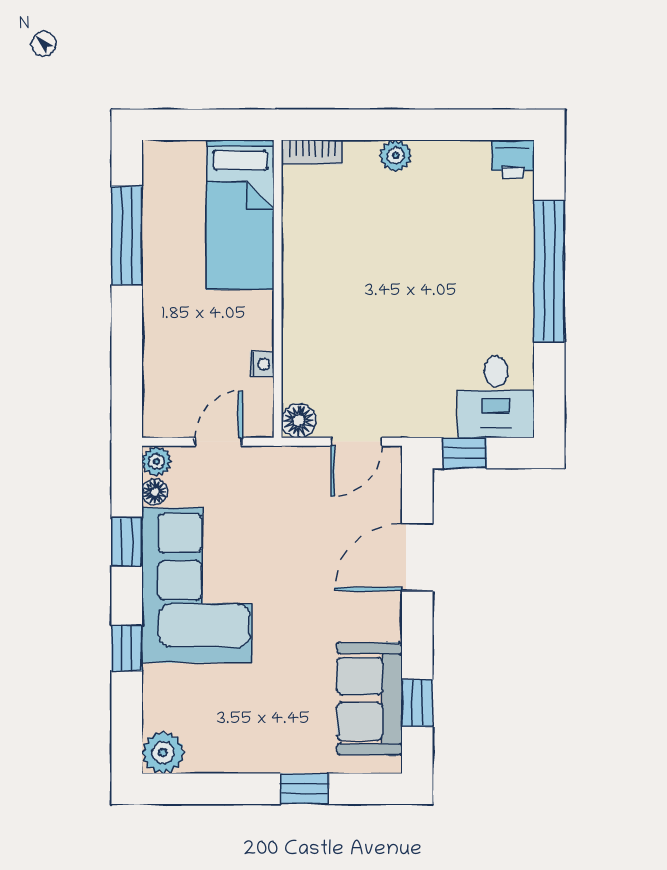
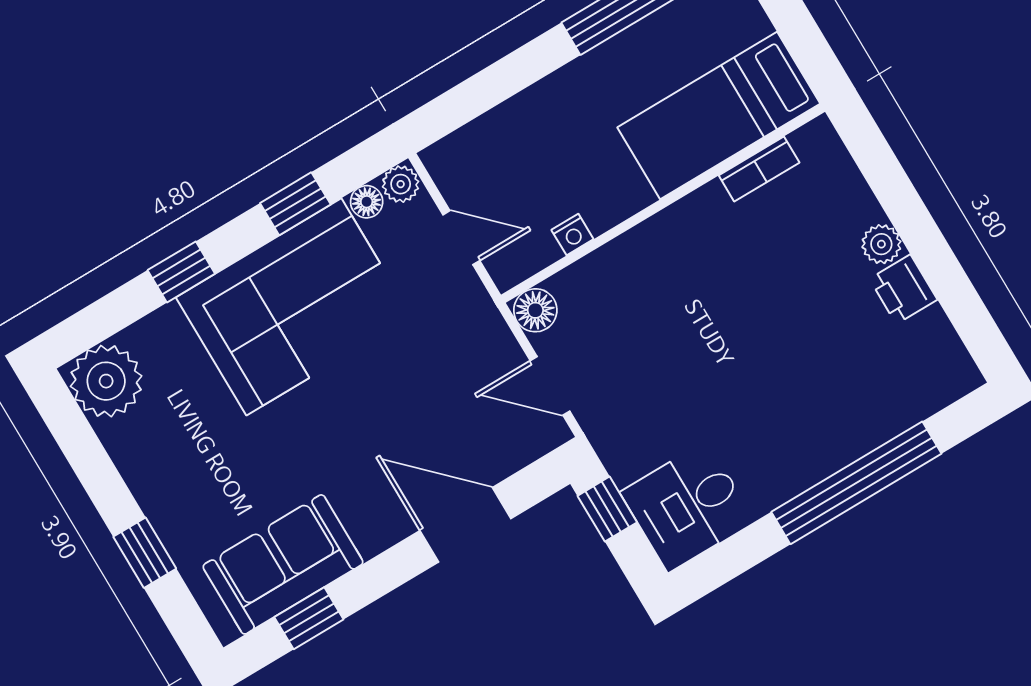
bookcase: (312, 152) -> (759, 169), moved, turned -90
printer: (513, 159) -> (903, 289), moved
plant: (163, 753) -> (106, 381), width x1.36, depth x1.36

